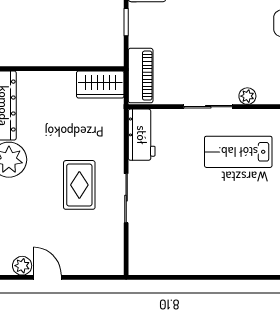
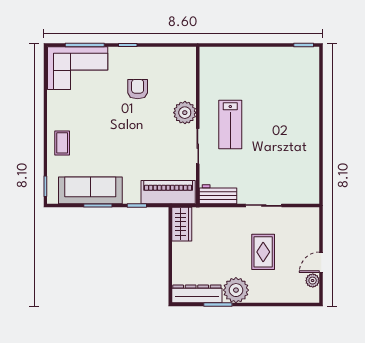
piano: (141, 76) -> (168, 192), width x1.37, depth x1.33
plant: (247, 96) -> (185, 113), width x1.88, depth x1.88
rug: (79, 185) -> (263, 252), moved, turned 90

